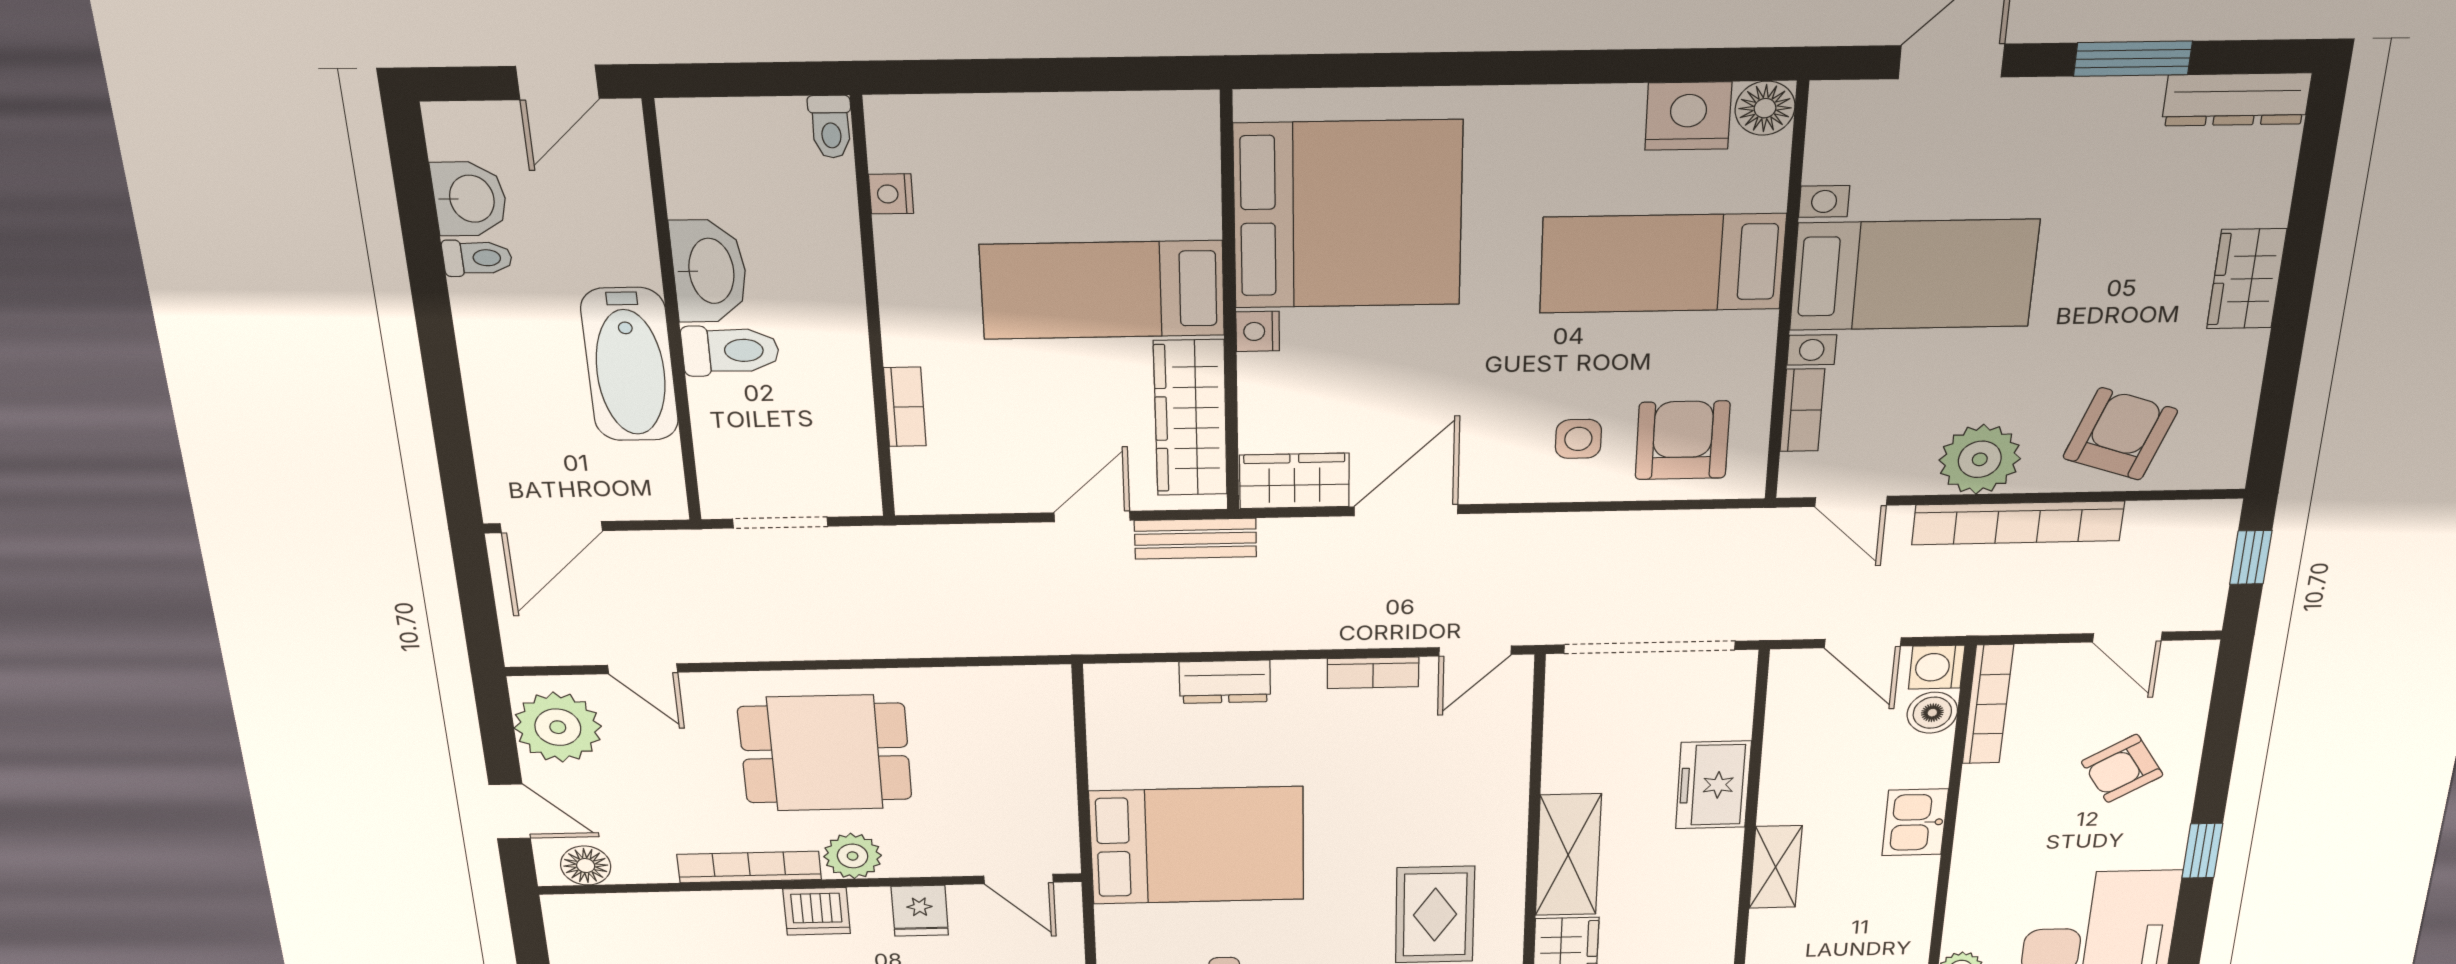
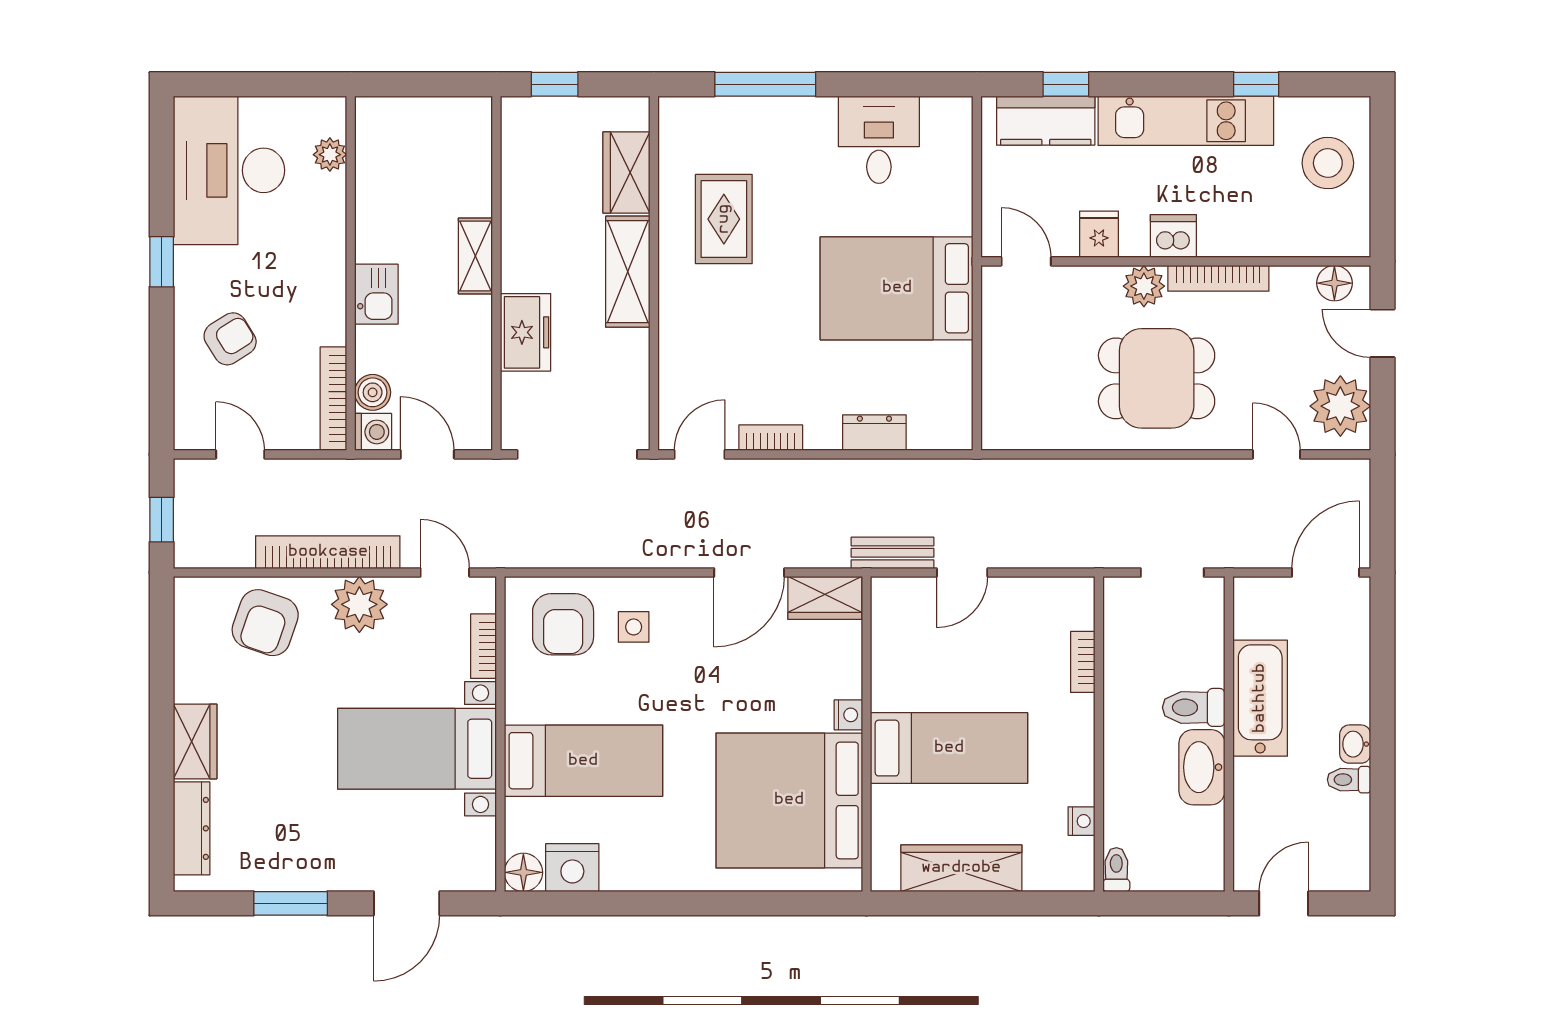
dresser: (2237, 99) -> (192, 828), moved, turned 90
washbasin: (470, 199) -> (1355, 744), moved, width x0.72, depth x0.69
wardrobe: (1191, 418) -> (961, 868), moved, turned -90

